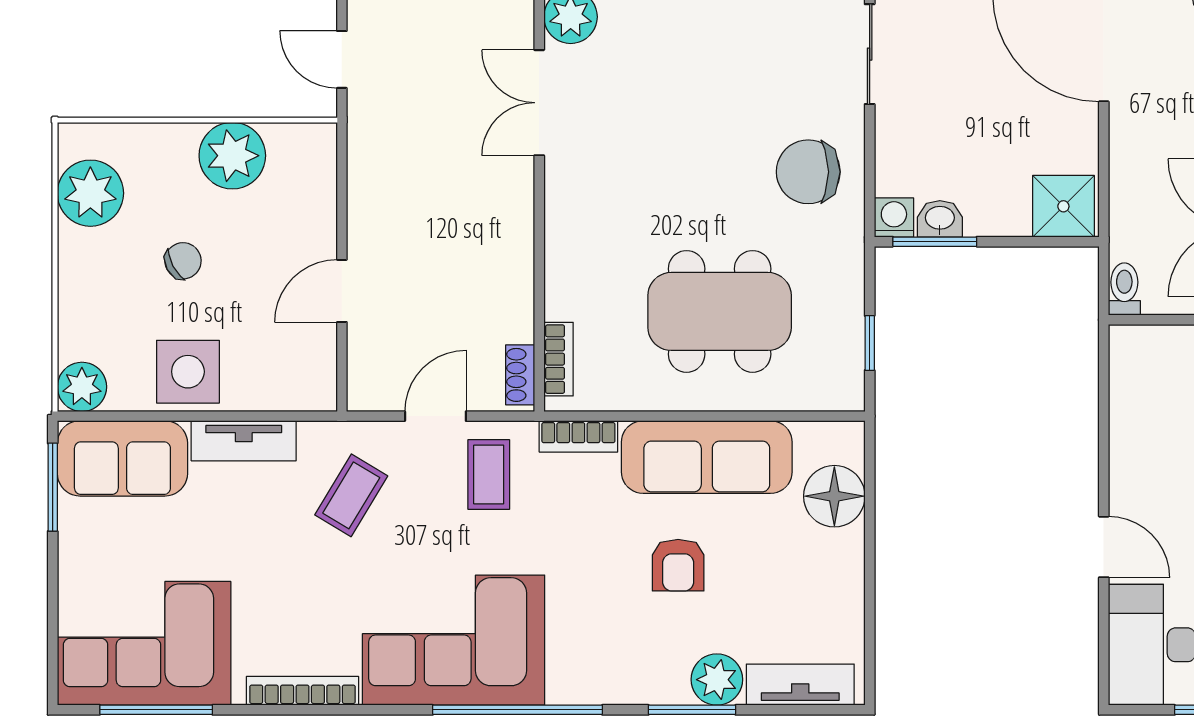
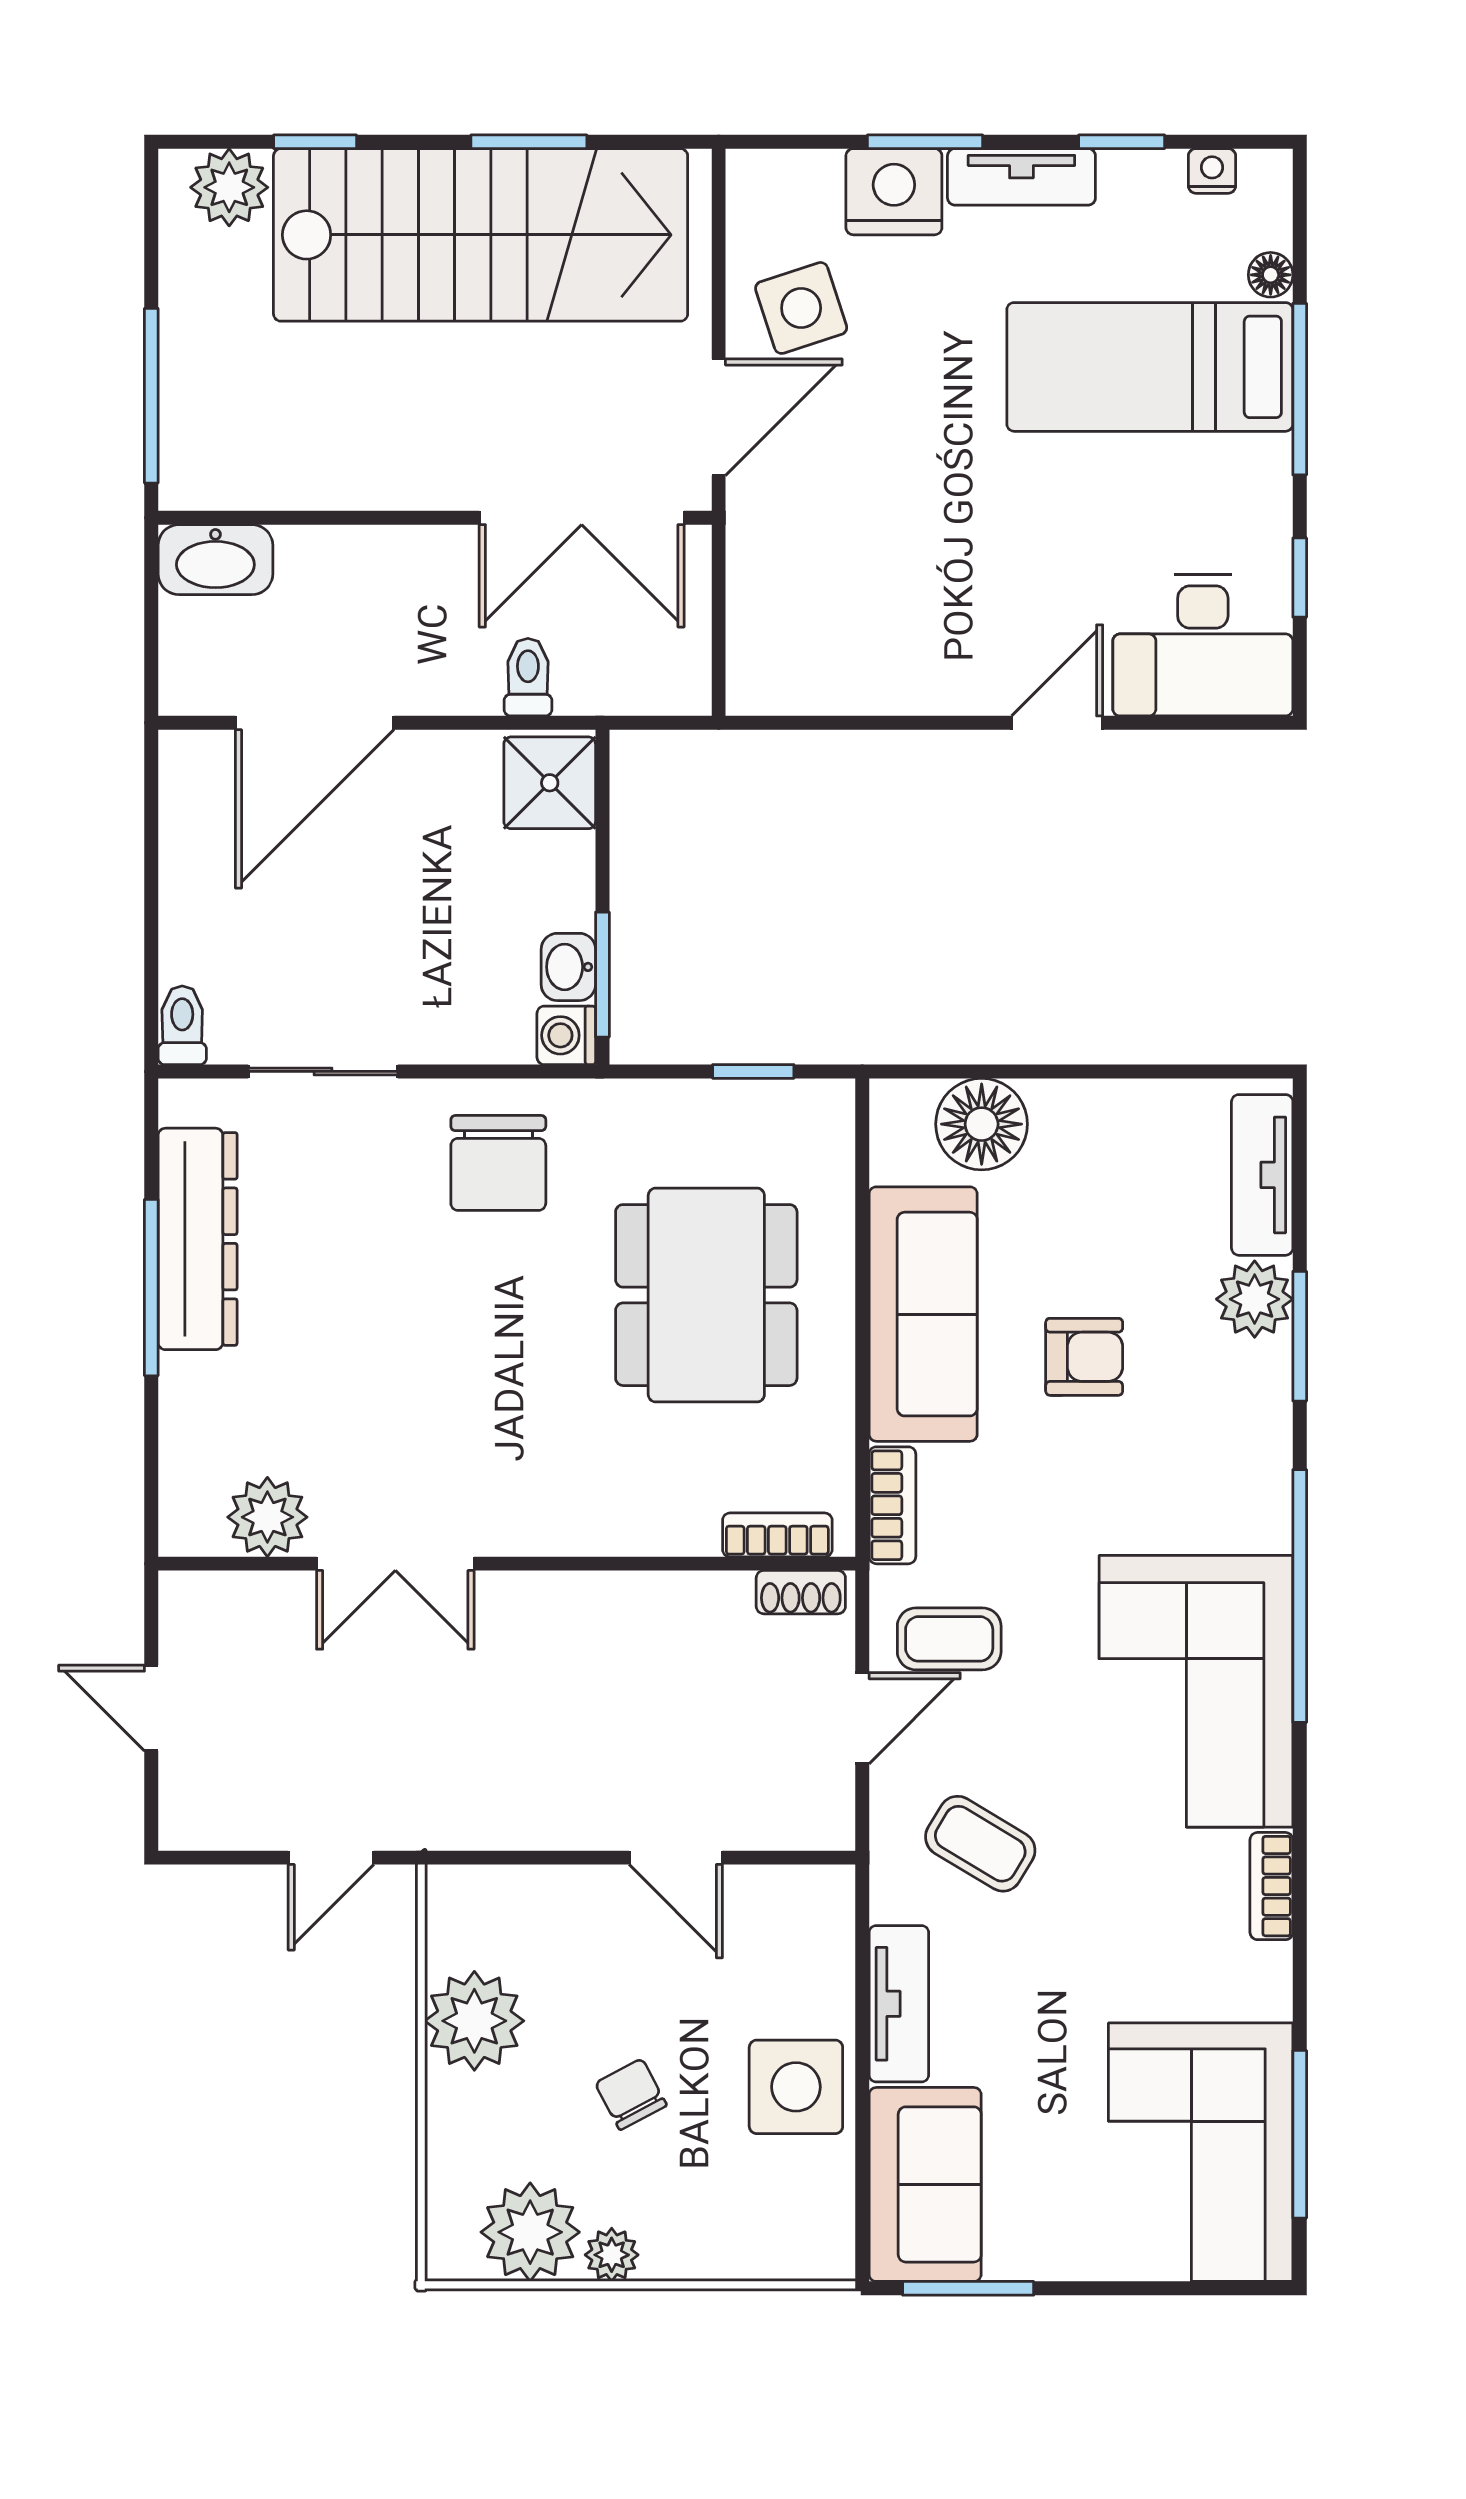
toilet: (1124, 289) -> (528, 677), moved, turned 90
plant: (82, 387) -> (612, 2255), moved, width x0.73, depth x0.73
door: (435, 416) -> (862, 1718), swing flipped
bookcase: (303, 691) -> (1271, 1886), width x0.64

